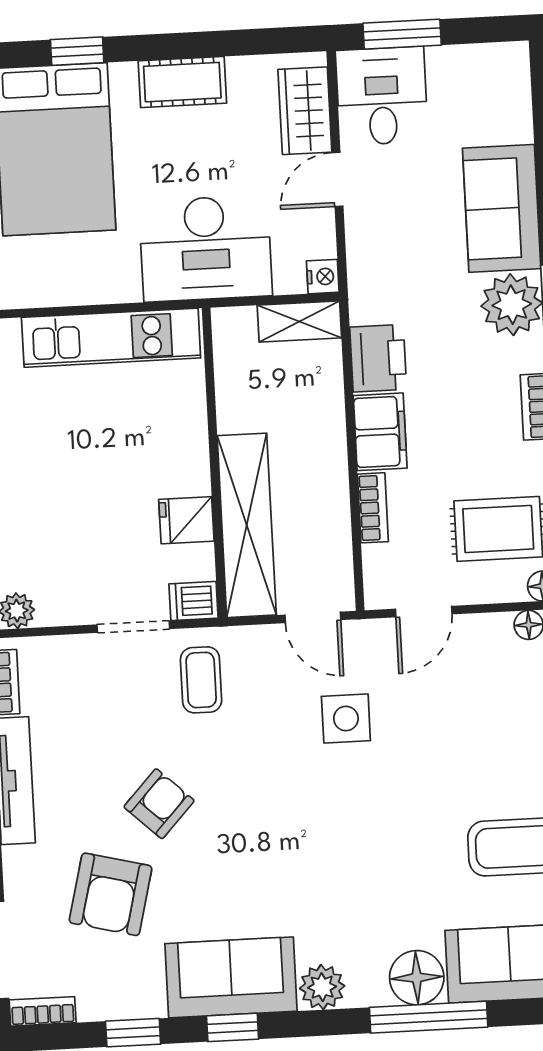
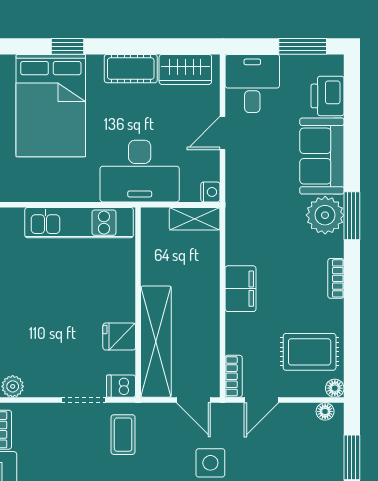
window: (402, 34) -> (303, 46), moved
wardrobe: (305, 111) -> (185, 69), moved, turned -90
printer: (378, 358) -> (327, 96), moved, turned 180
bookcase: (373, 508) -> (234, 376), moved

